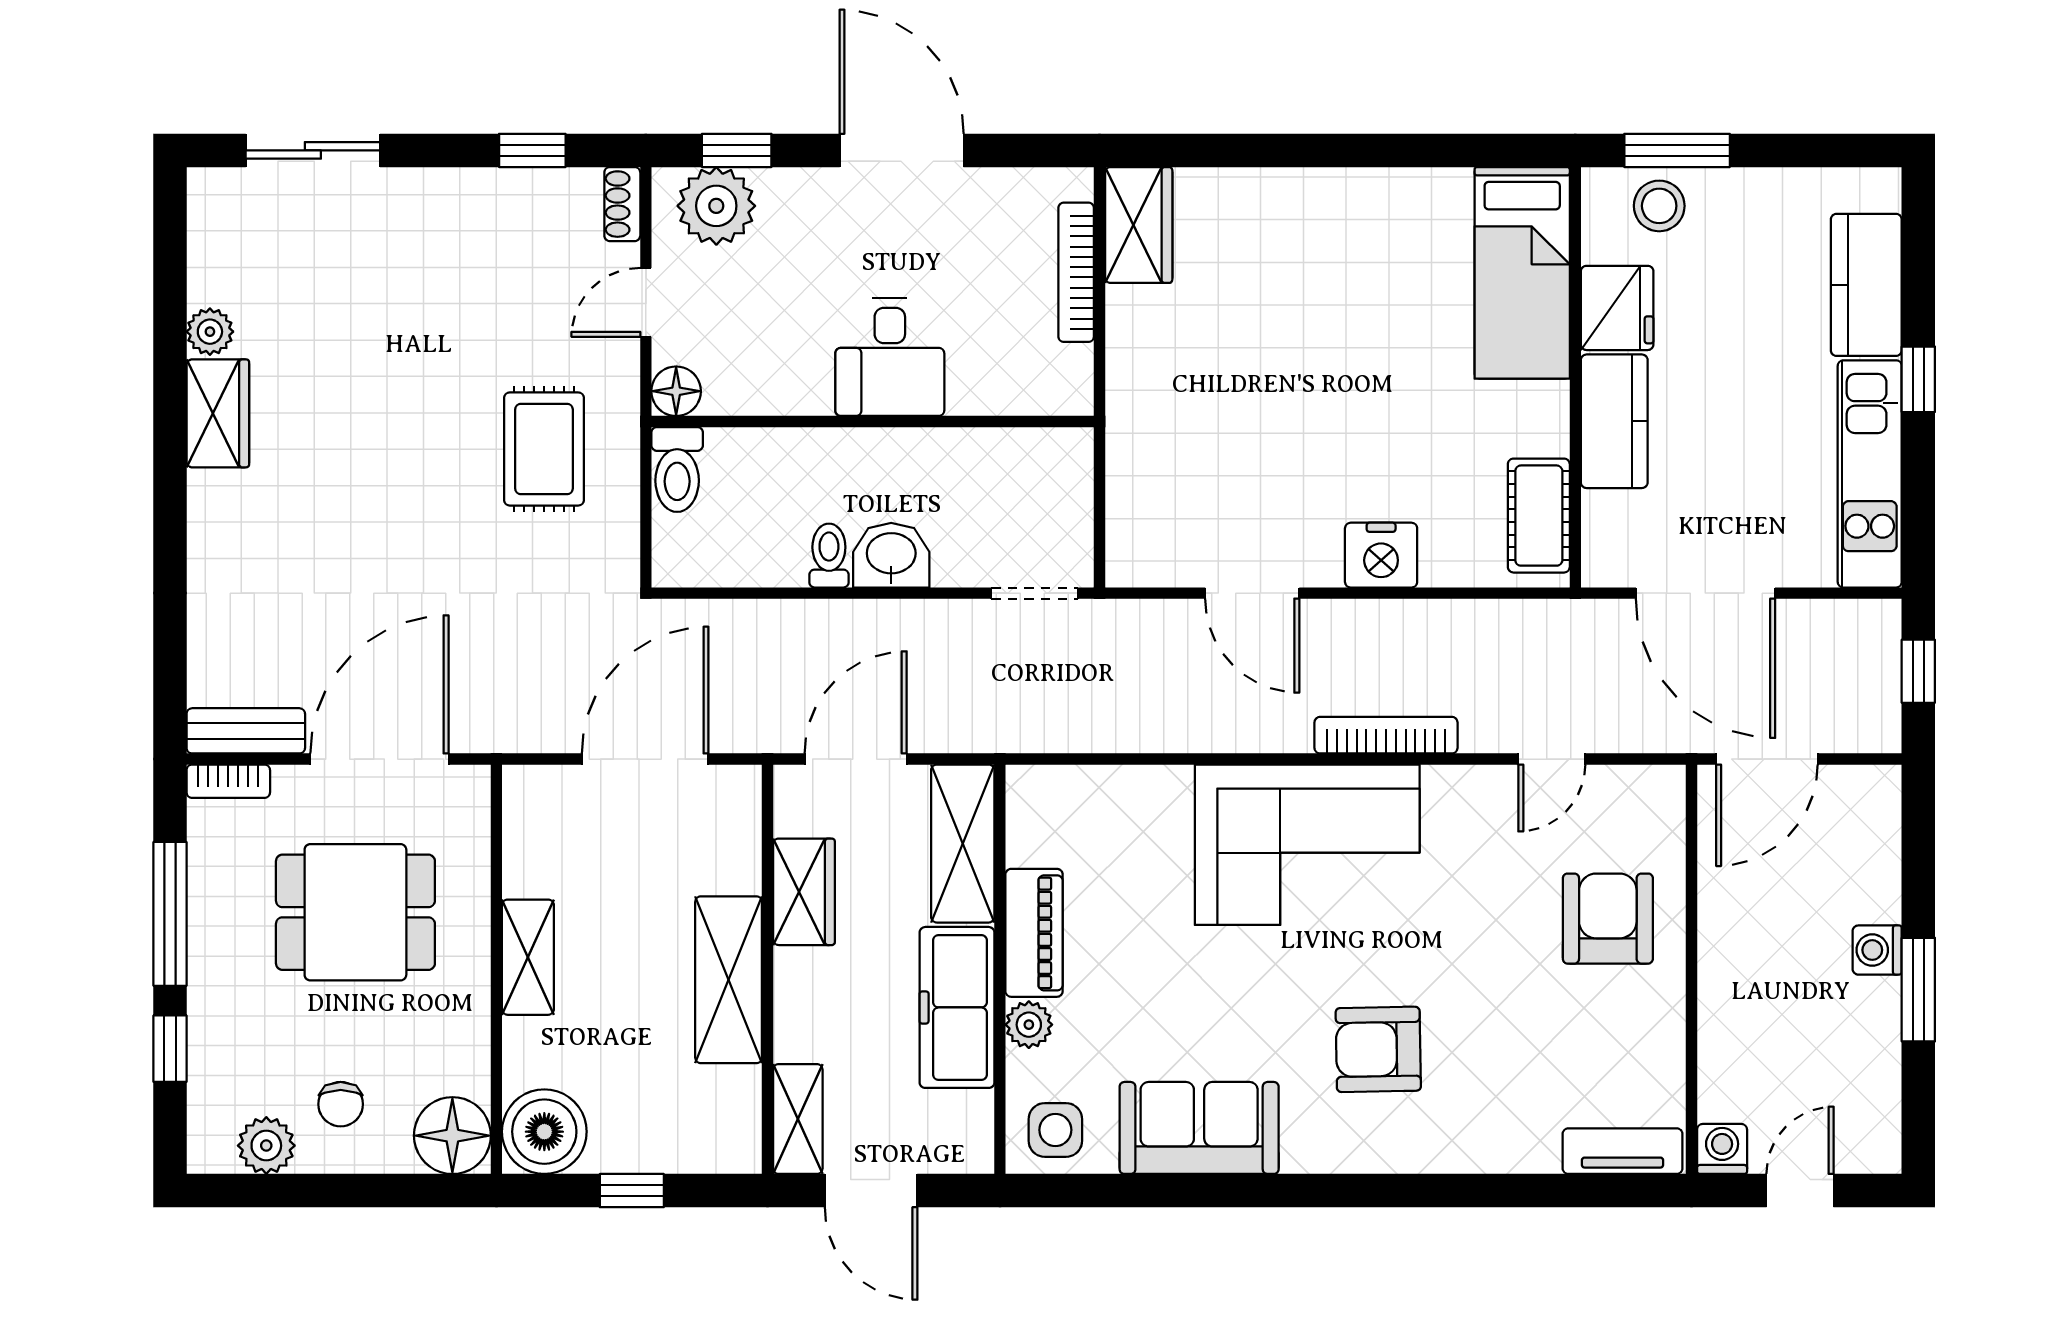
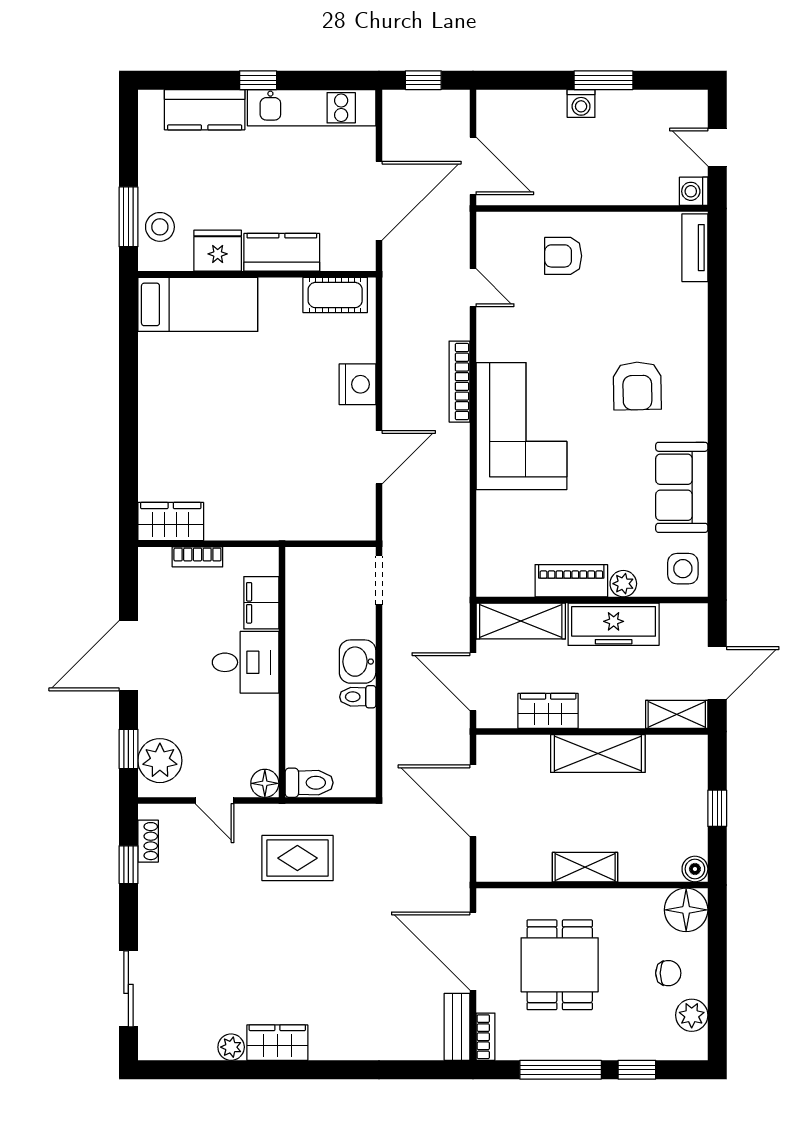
shoe rack: (622, 204) -> (148, 841), moved, turned -90
bookcase: (1076, 272) -> (197, 557), width x0.64
filing cabinet: (995, 385) -> (261, 603), added
armchair: (1608, 919) -> (563, 256), width x0.72, depth x0.72
boiler: (544, 1132) -> (695, 869), width x0.54, depth x0.54

